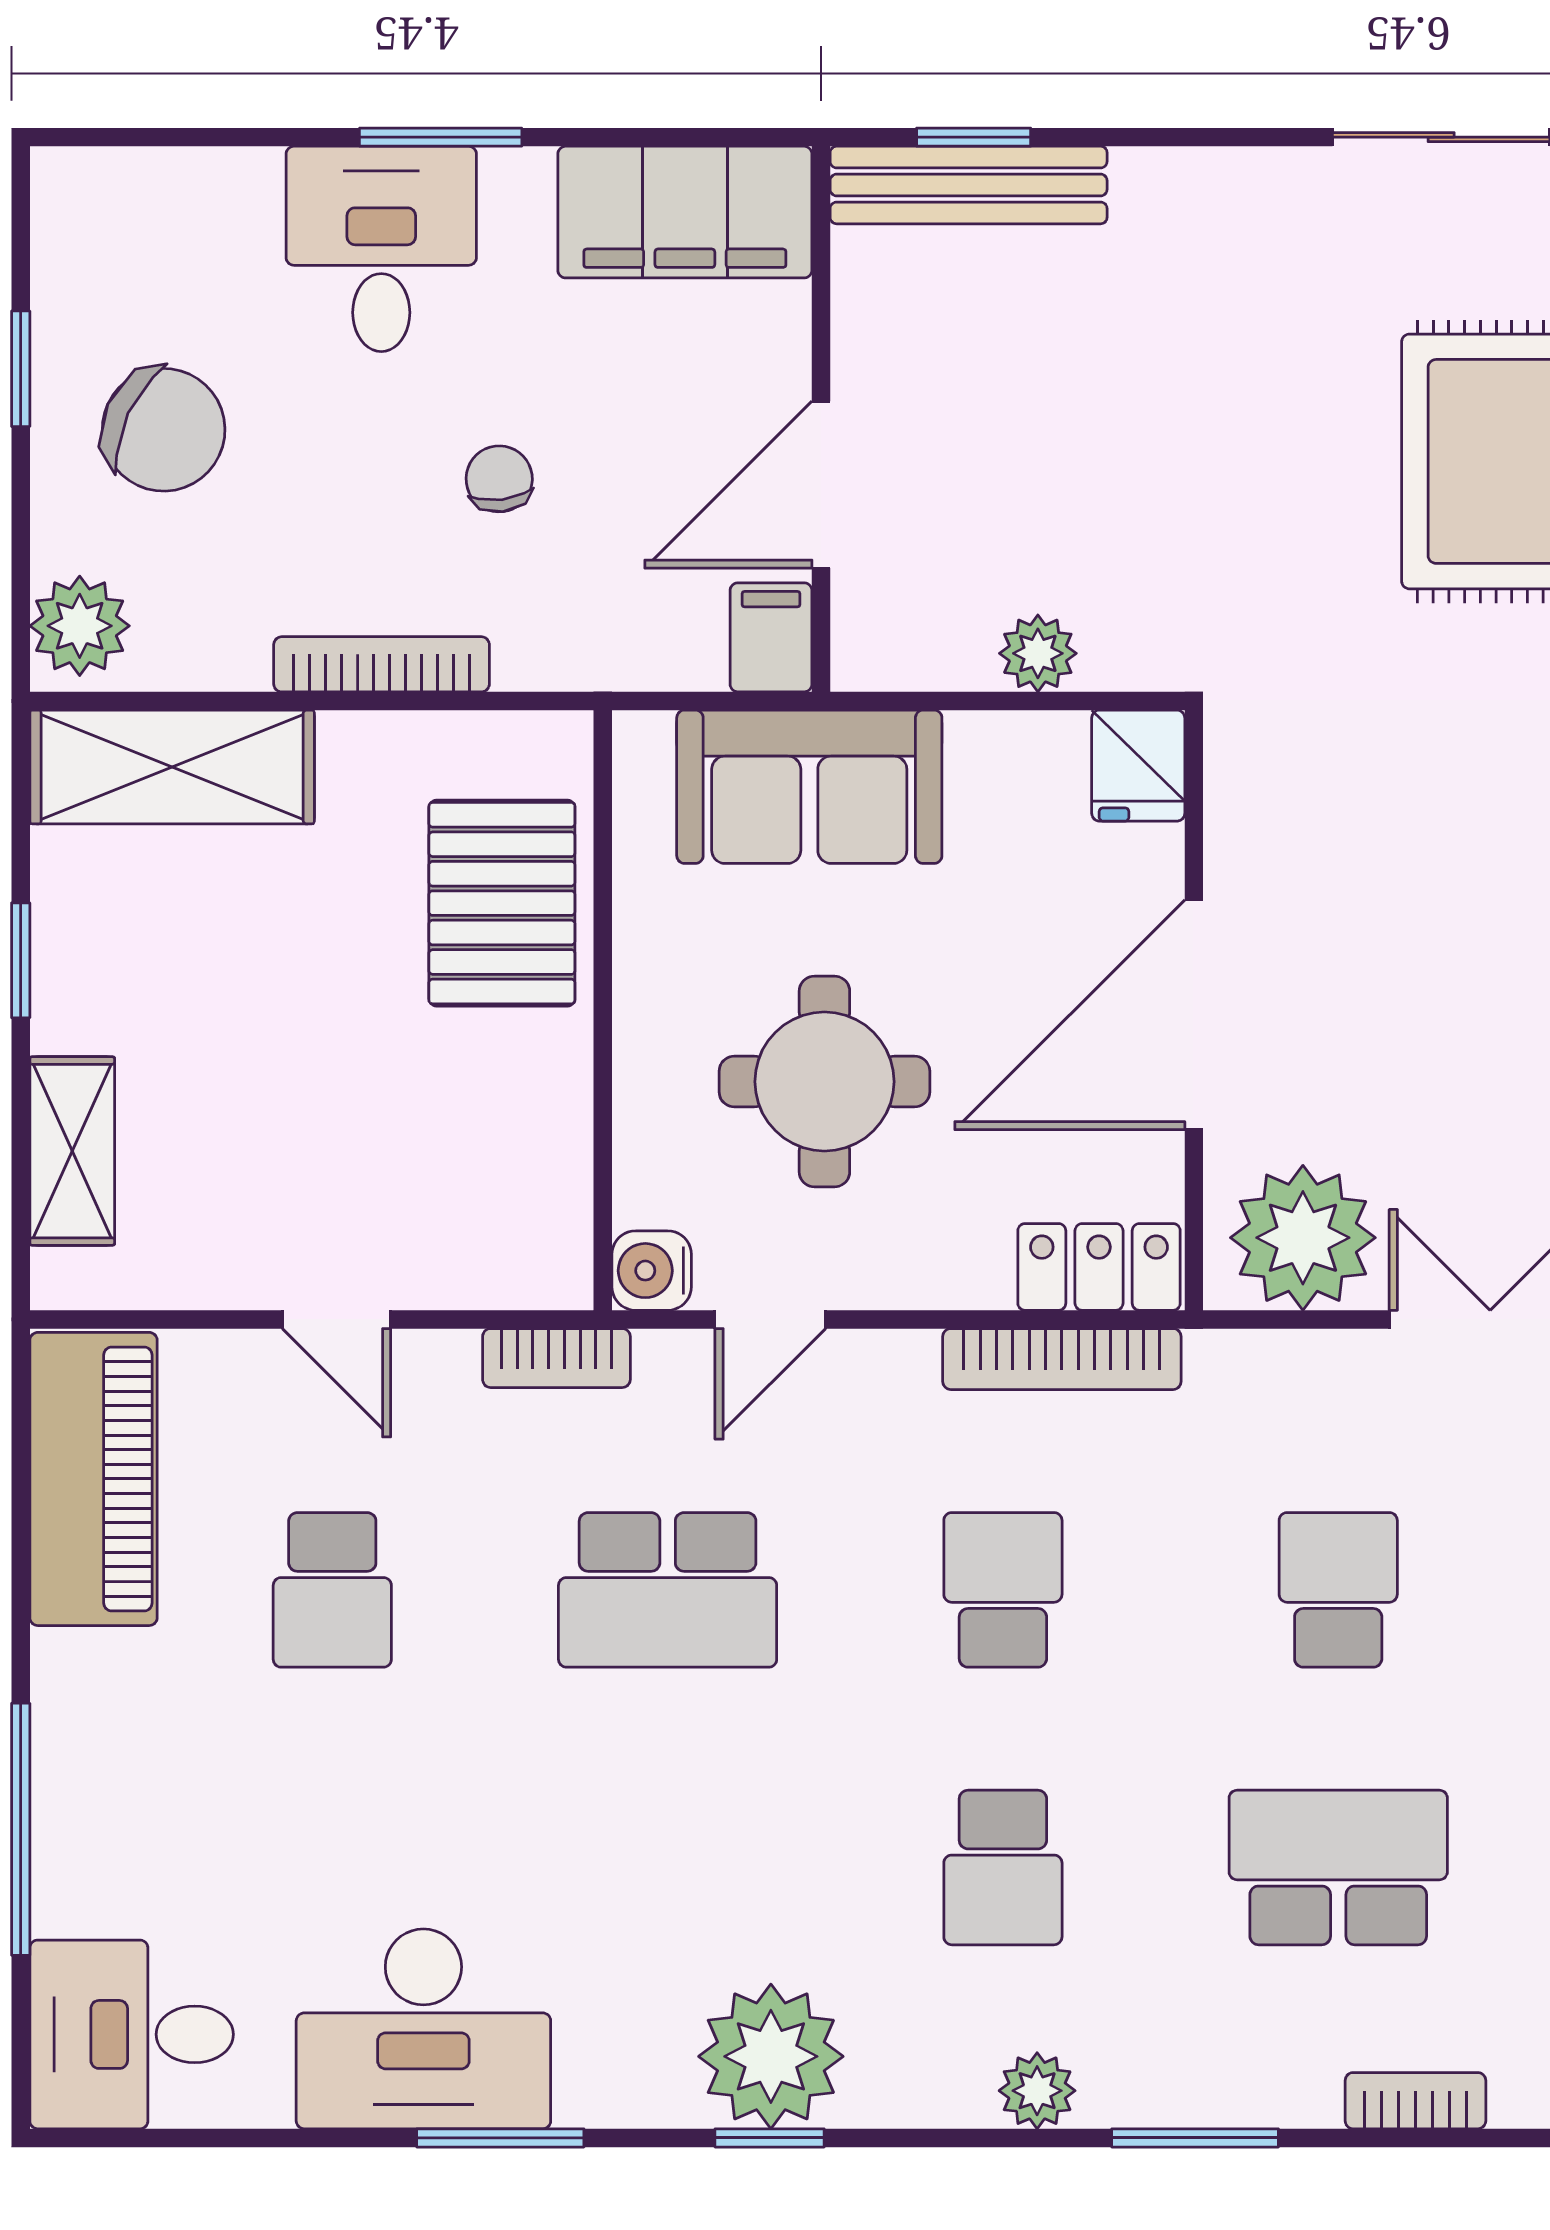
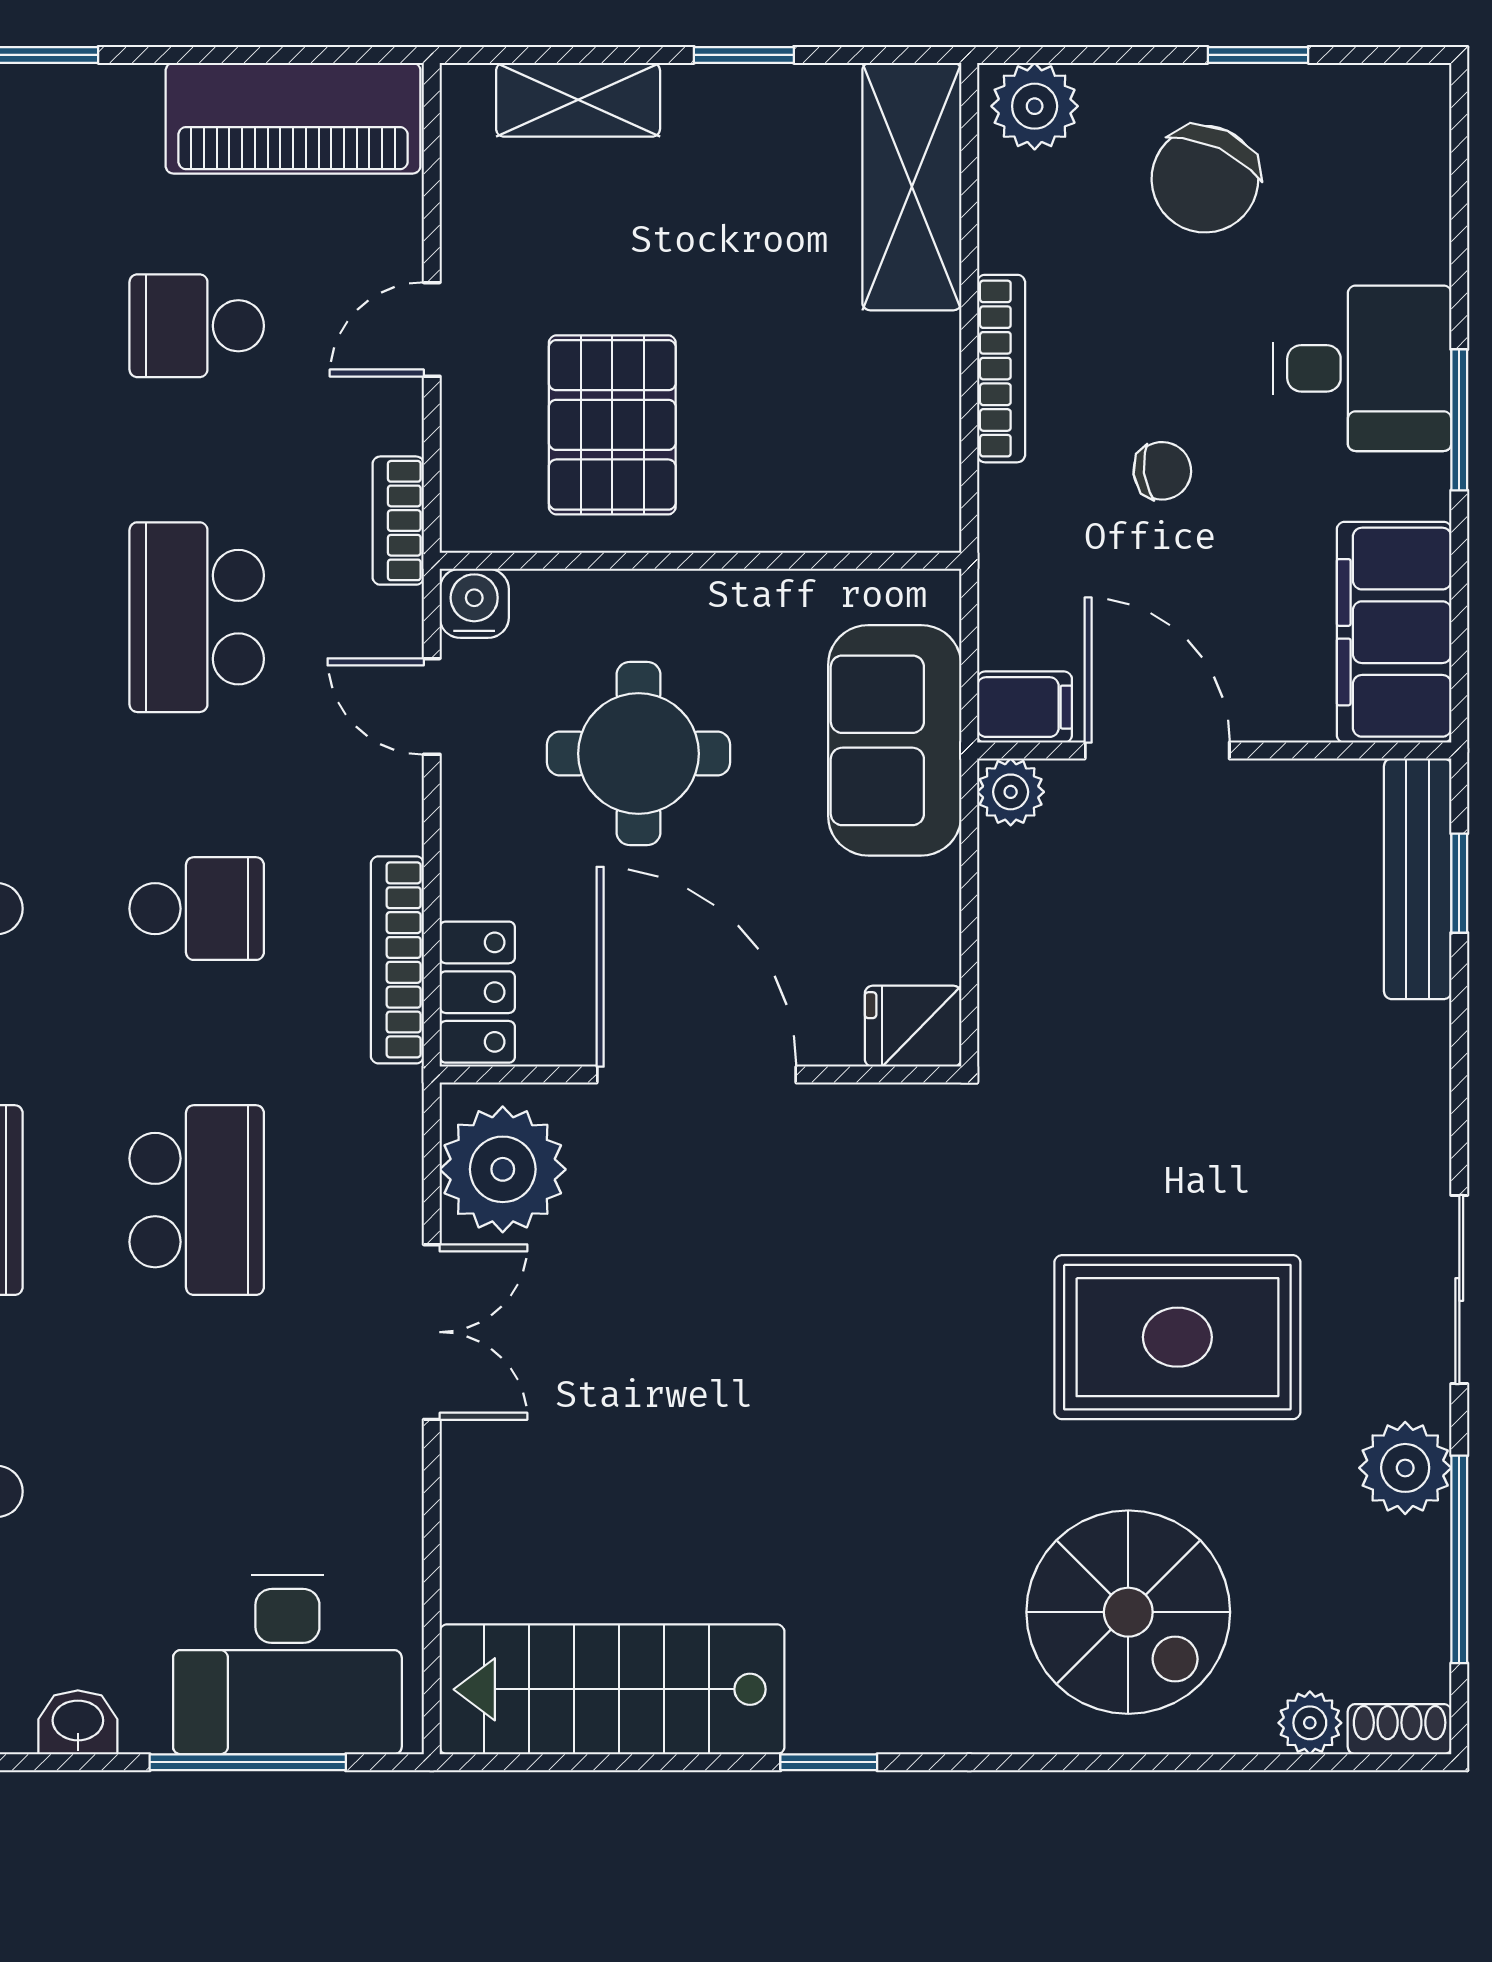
plant: (1038, 653) -> (1011, 792), moved
pallet: (502, 903) -> (612, 425), moved, turned 90
school desk: (1338, 1590) -> (197, 1200), width x1.85

